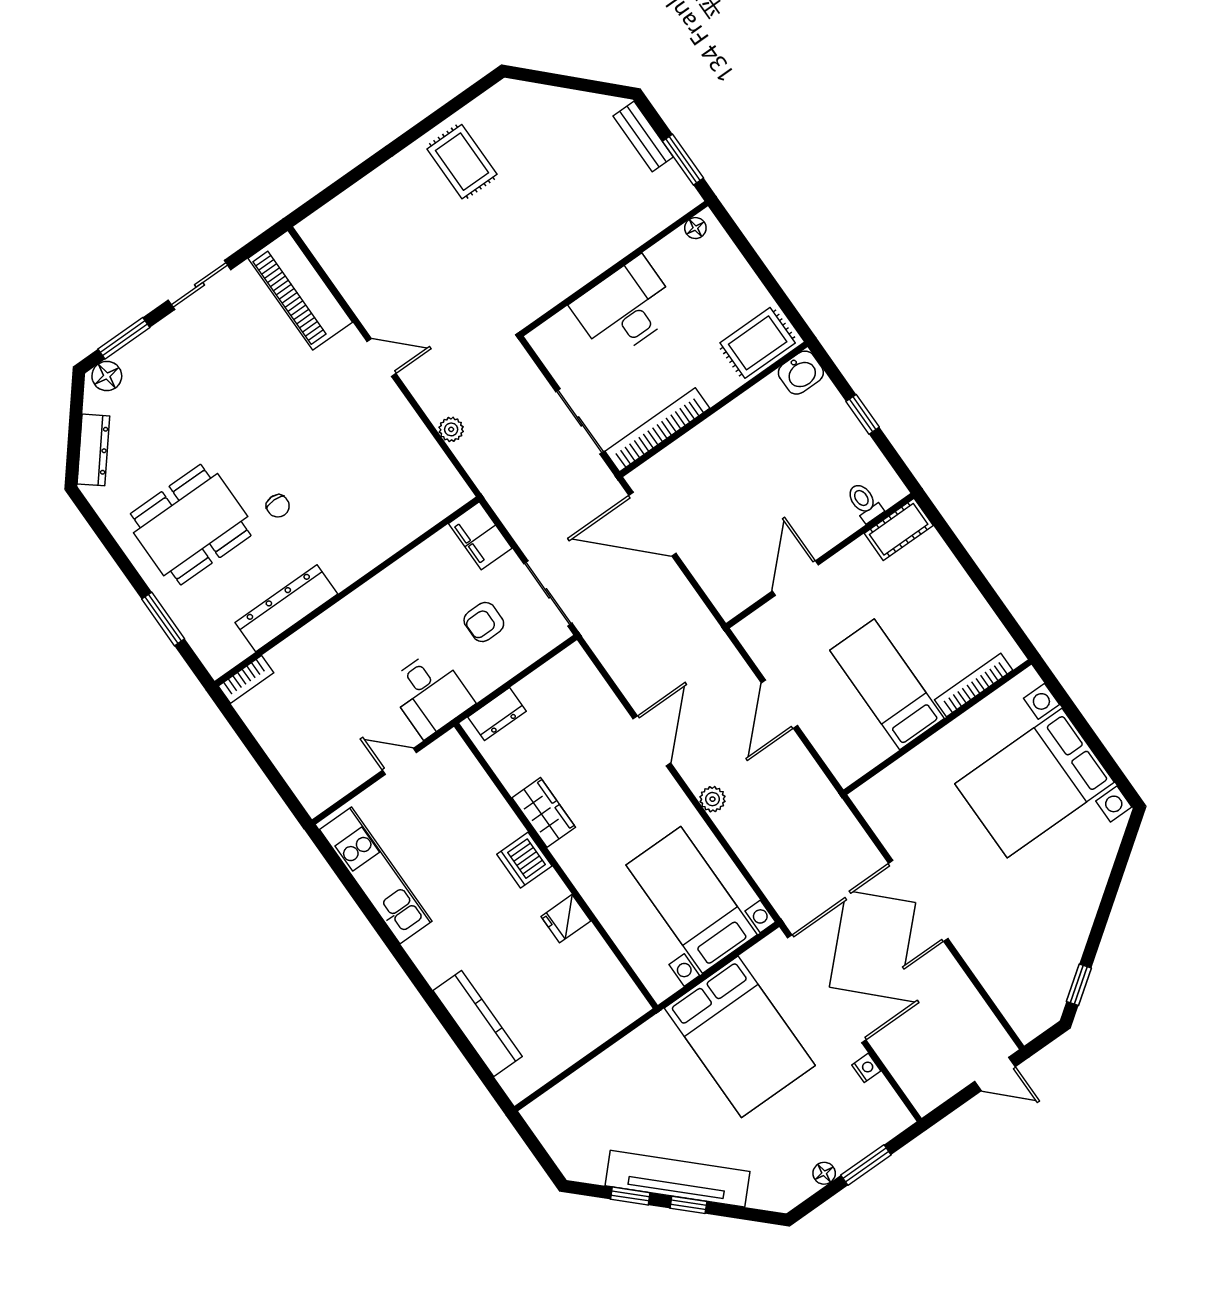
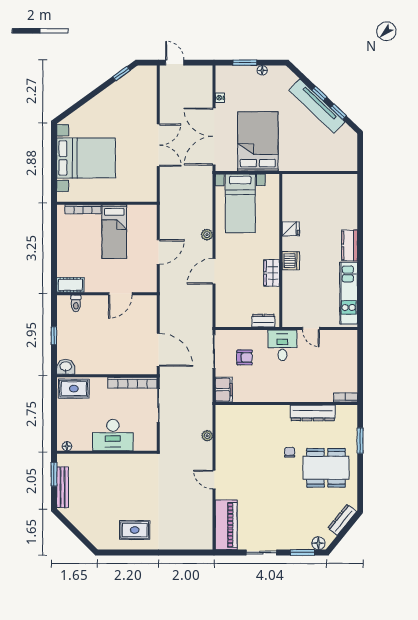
bench: (643, 137) -> (63, 487), width x1.36
rug: (462, 162) -> (135, 530), turned 90
kitchen counter: (478, 1024) -> (350, 245), moved, width x0.67

